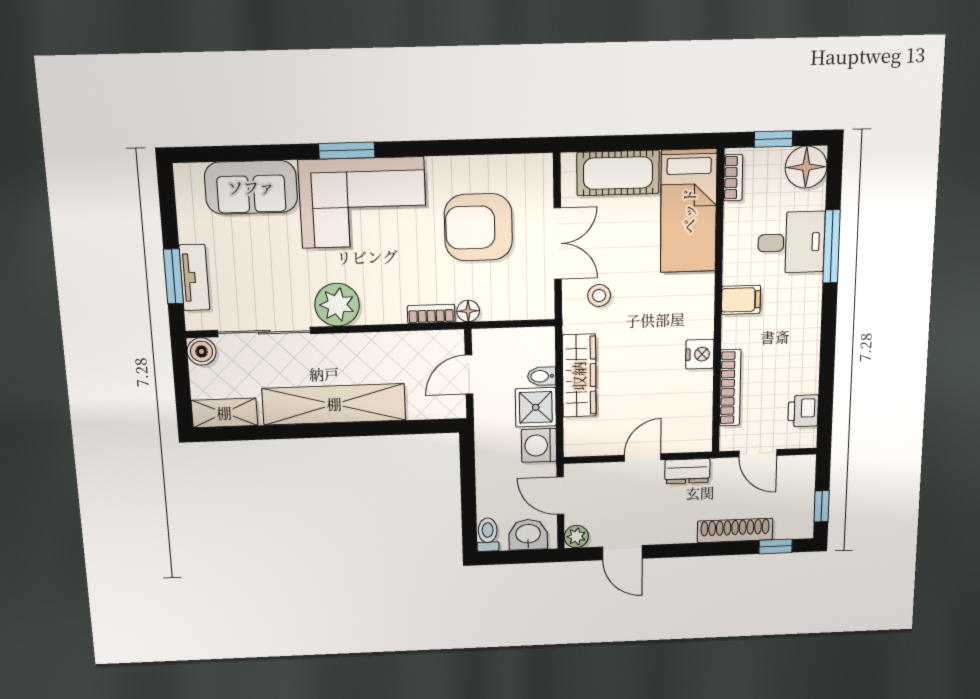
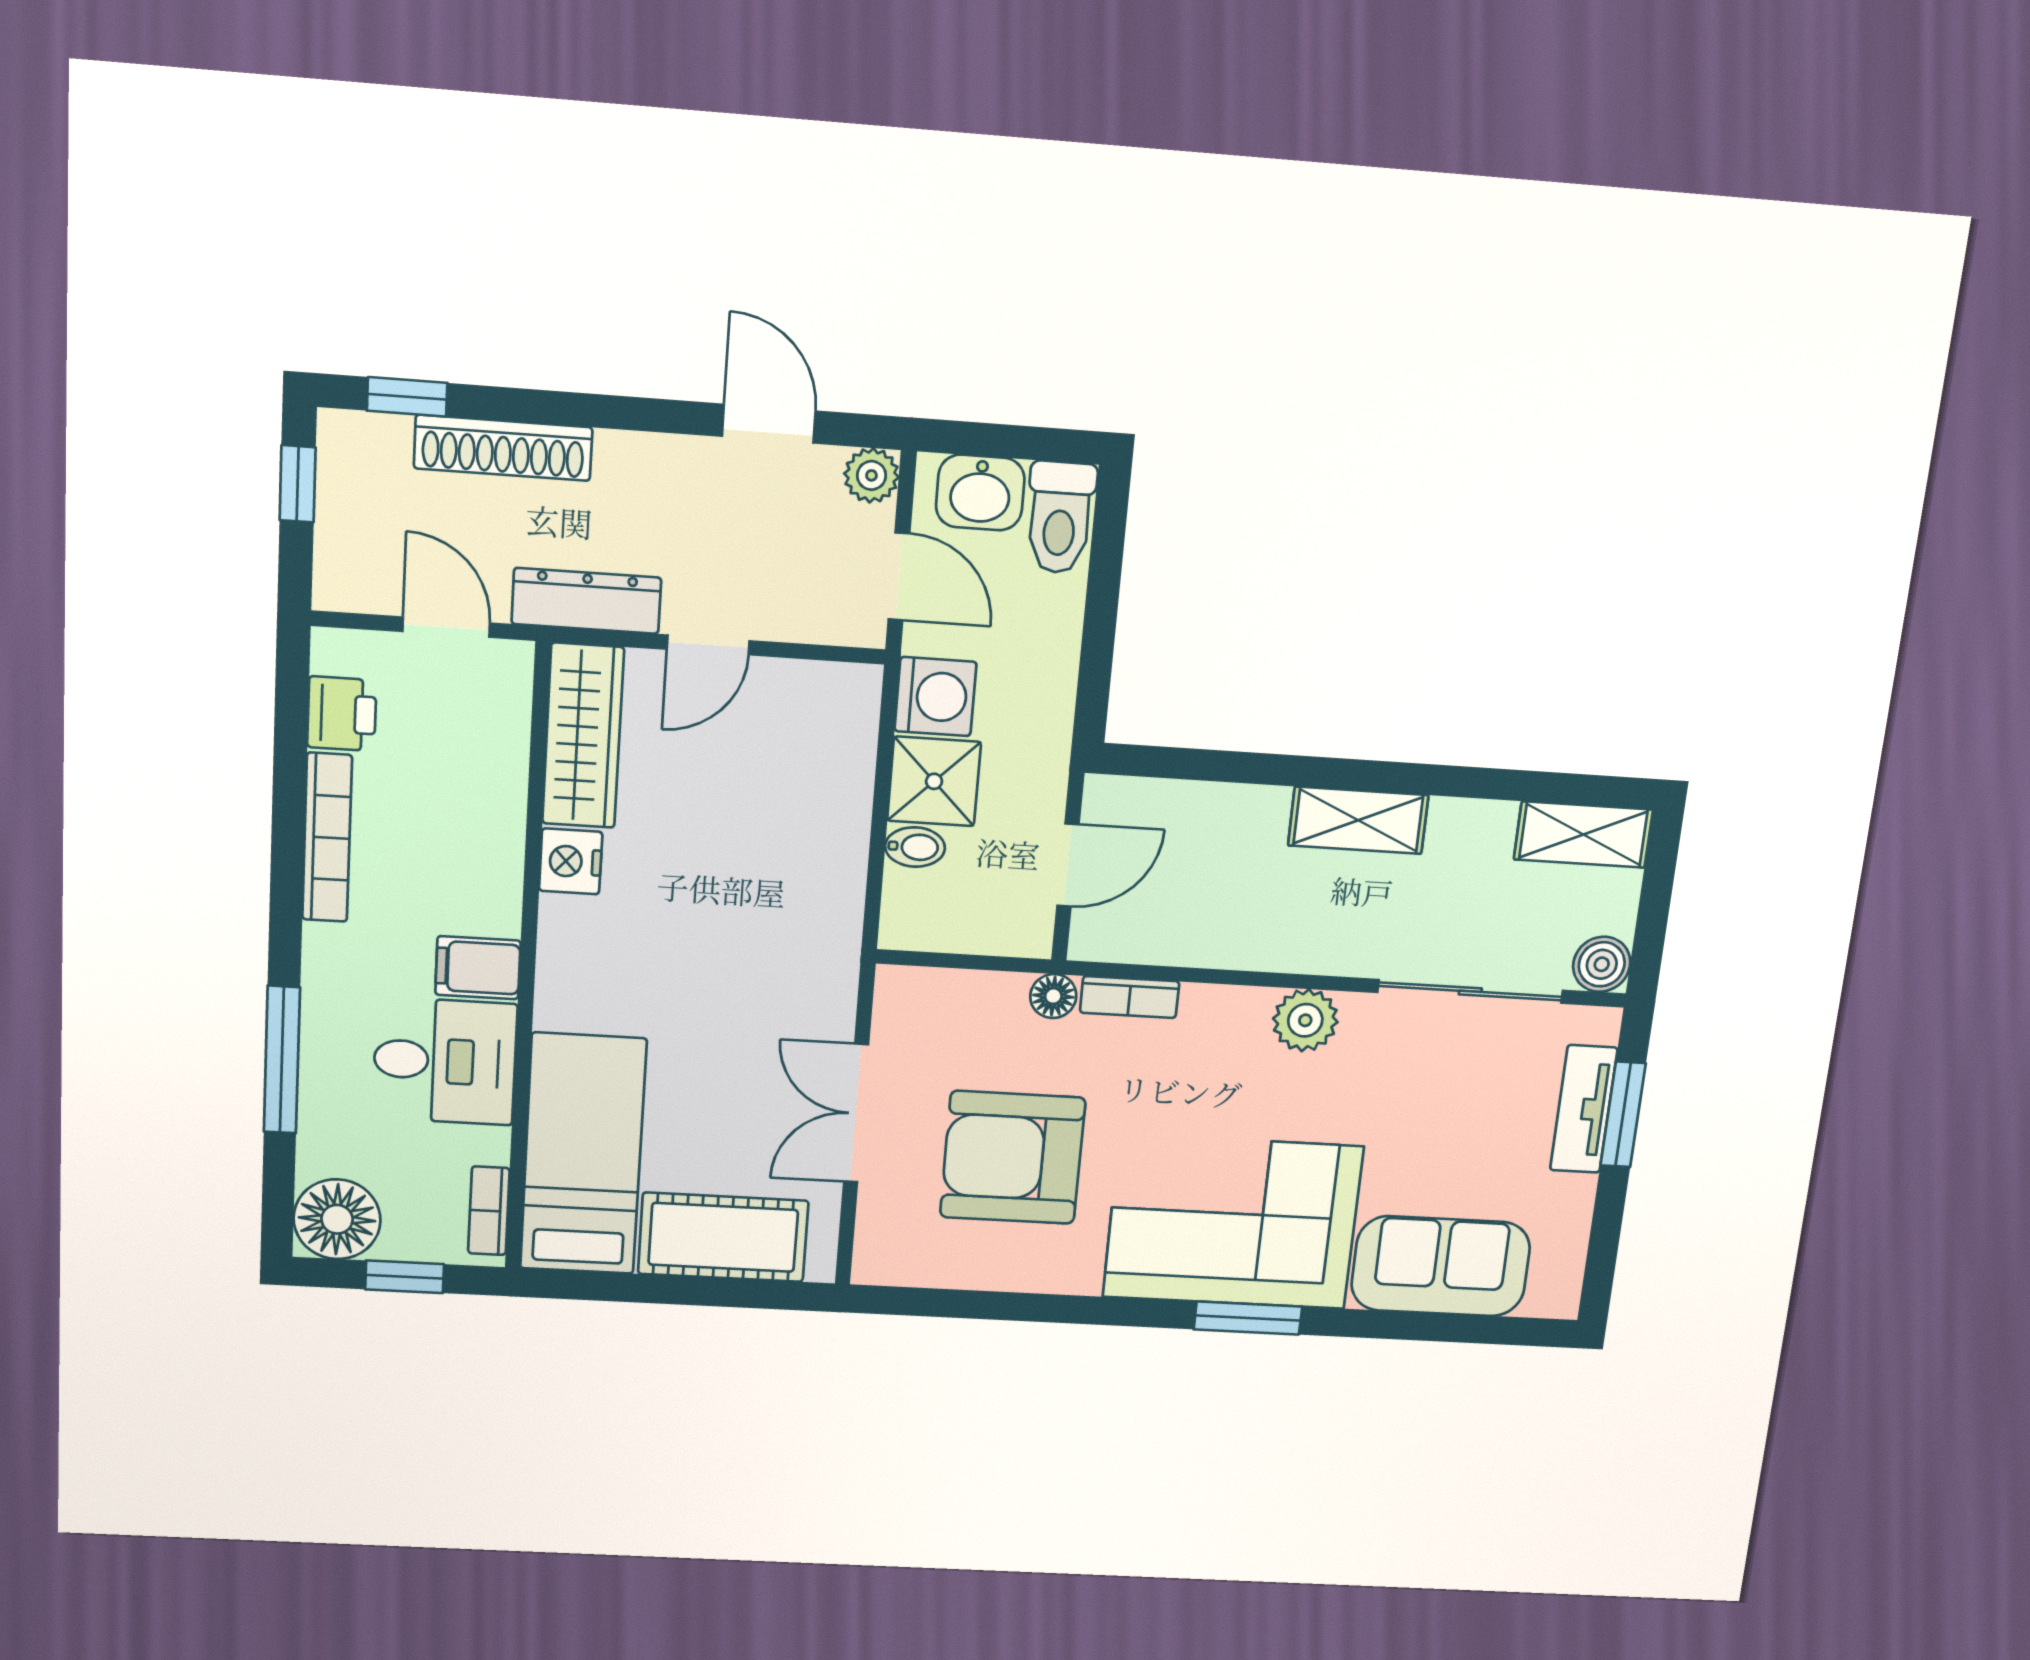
armchair: (478, 227) -> (1013, 1158), turned 180
desk: (791, 242) -> (445, 1061), moved, turned 180
stool: (599, 296) -> (779, 1003), removed
plant: (337, 305) -> (1305, 1020), width x0.73, depth x0.73
wardrobe: (579, 376) -> (583, 736), moved, turned 180
bookcase: (730, 388) -> (327, 838), moved, turned 180
shelving: (334, 404) -> (1358, 820), width x0.45, depth x0.75
dresser: (687, 471) -> (586, 601), width x1.44
toilet: (488, 535) -> (1060, 517), width x1.37, depth x1.39

